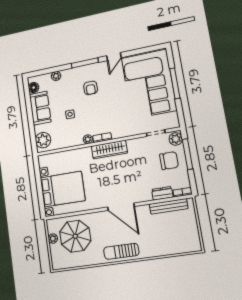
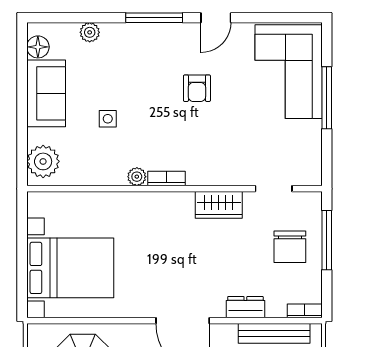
corner sofa: (149, 84) -> (289, 72), width x0.73, depth x0.74
armchair: (91, 88) -> (197, 88), moved
plant: (176, 139) -> (310, 207), removed
wardrobe: (109, 150) -> (219, 205), moved, width x0.67
chair: (169, 161) -> (290, 247), turned 90
dresser: (162, 193) -> (245, 307), moved

